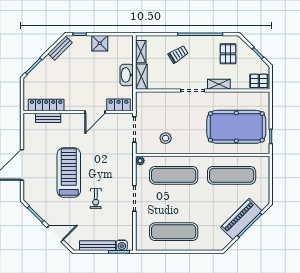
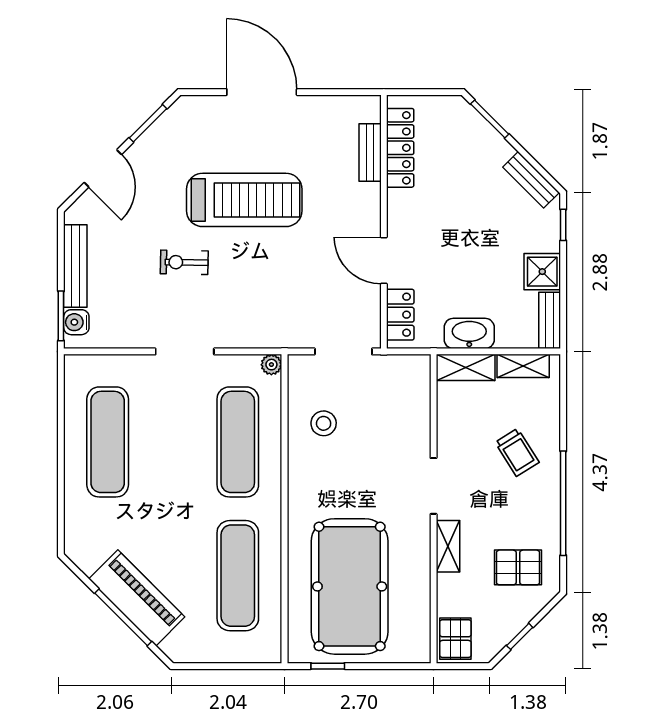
bench: (121, 40) -> (550, 320), added

